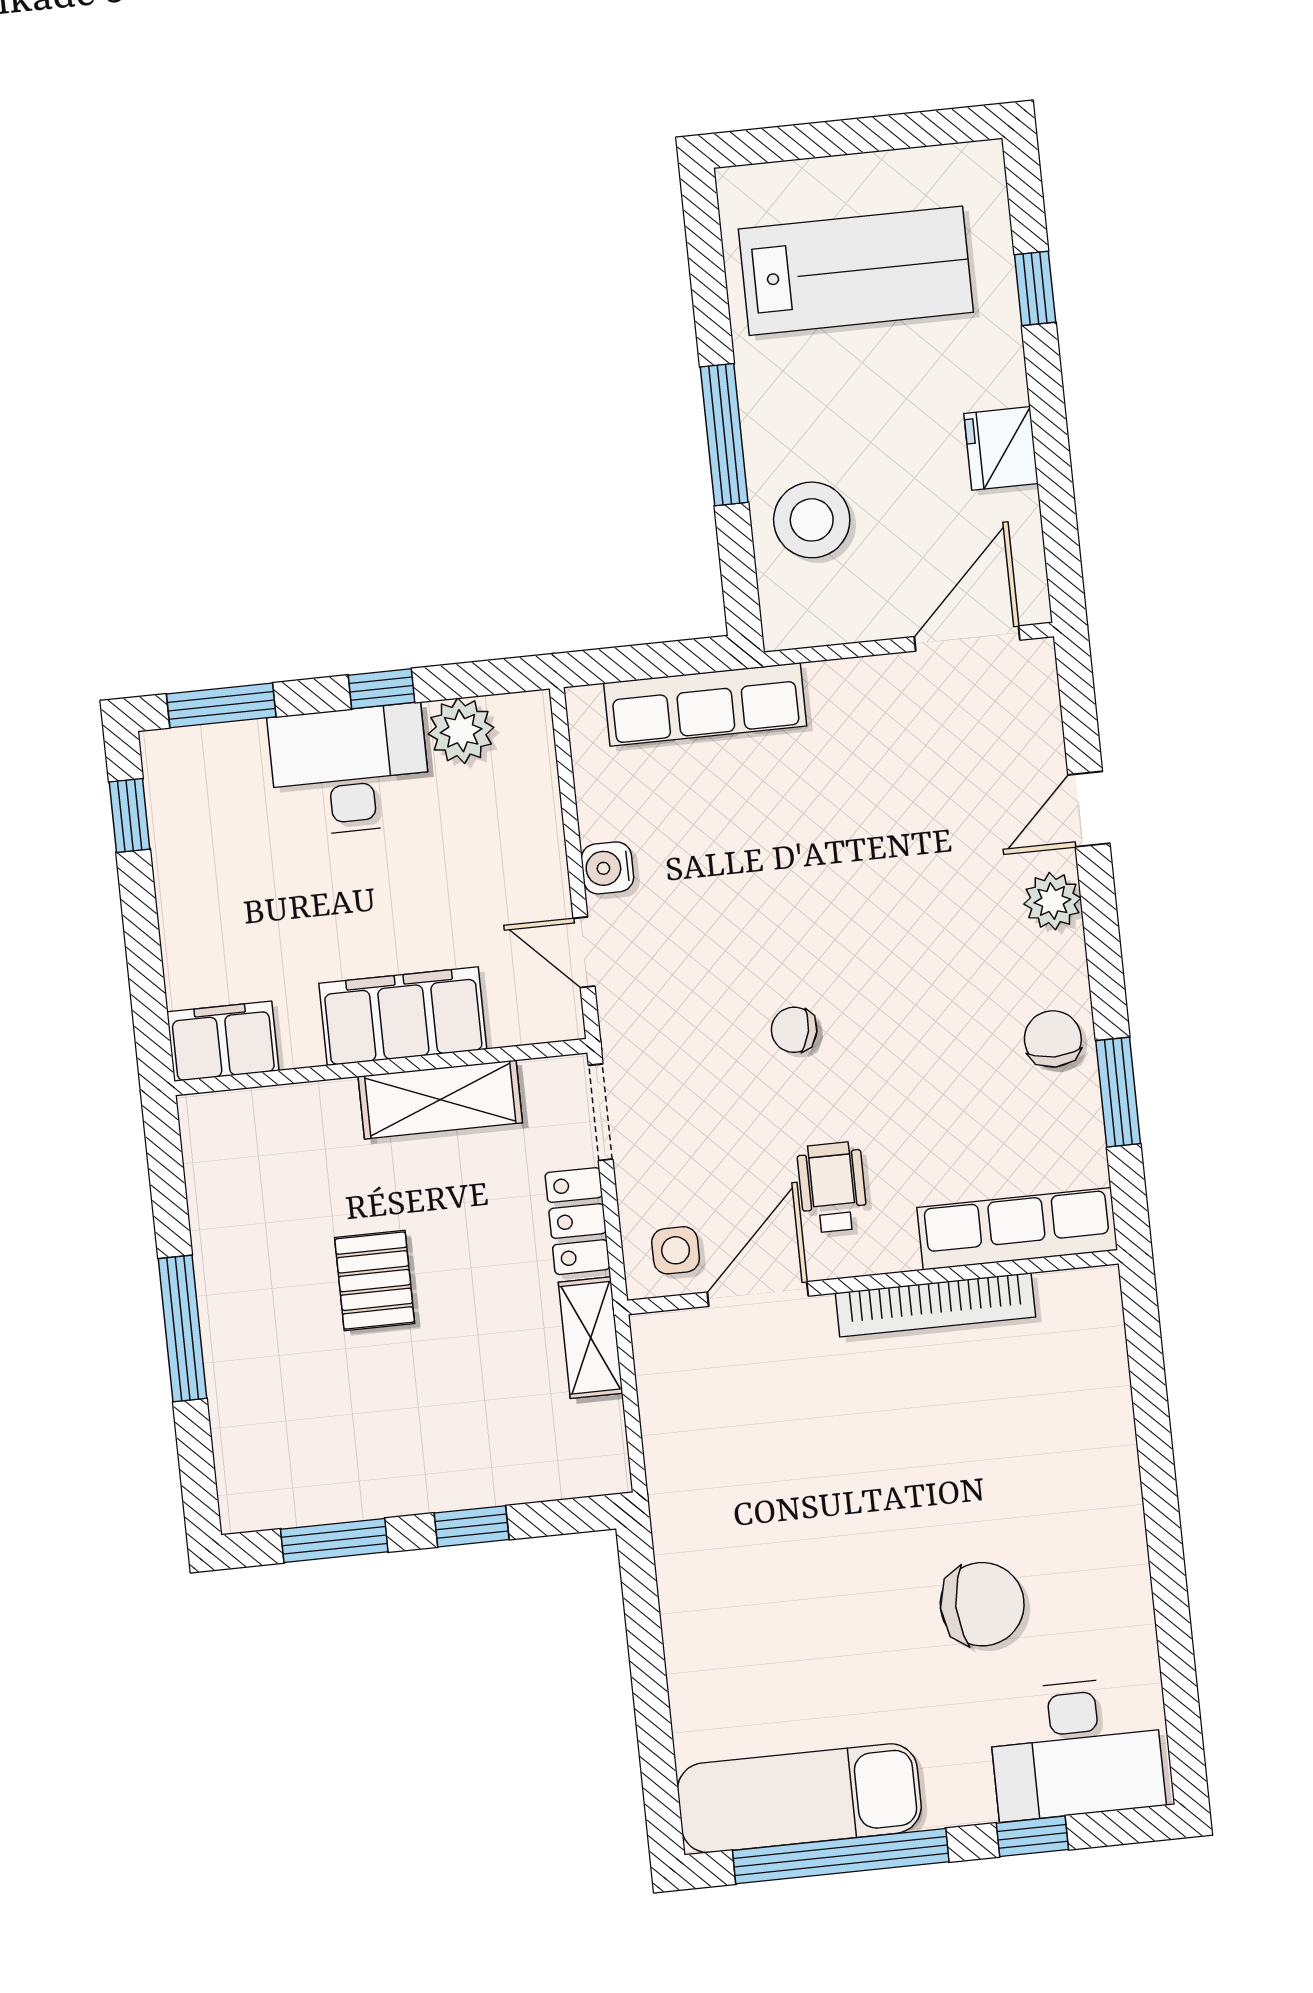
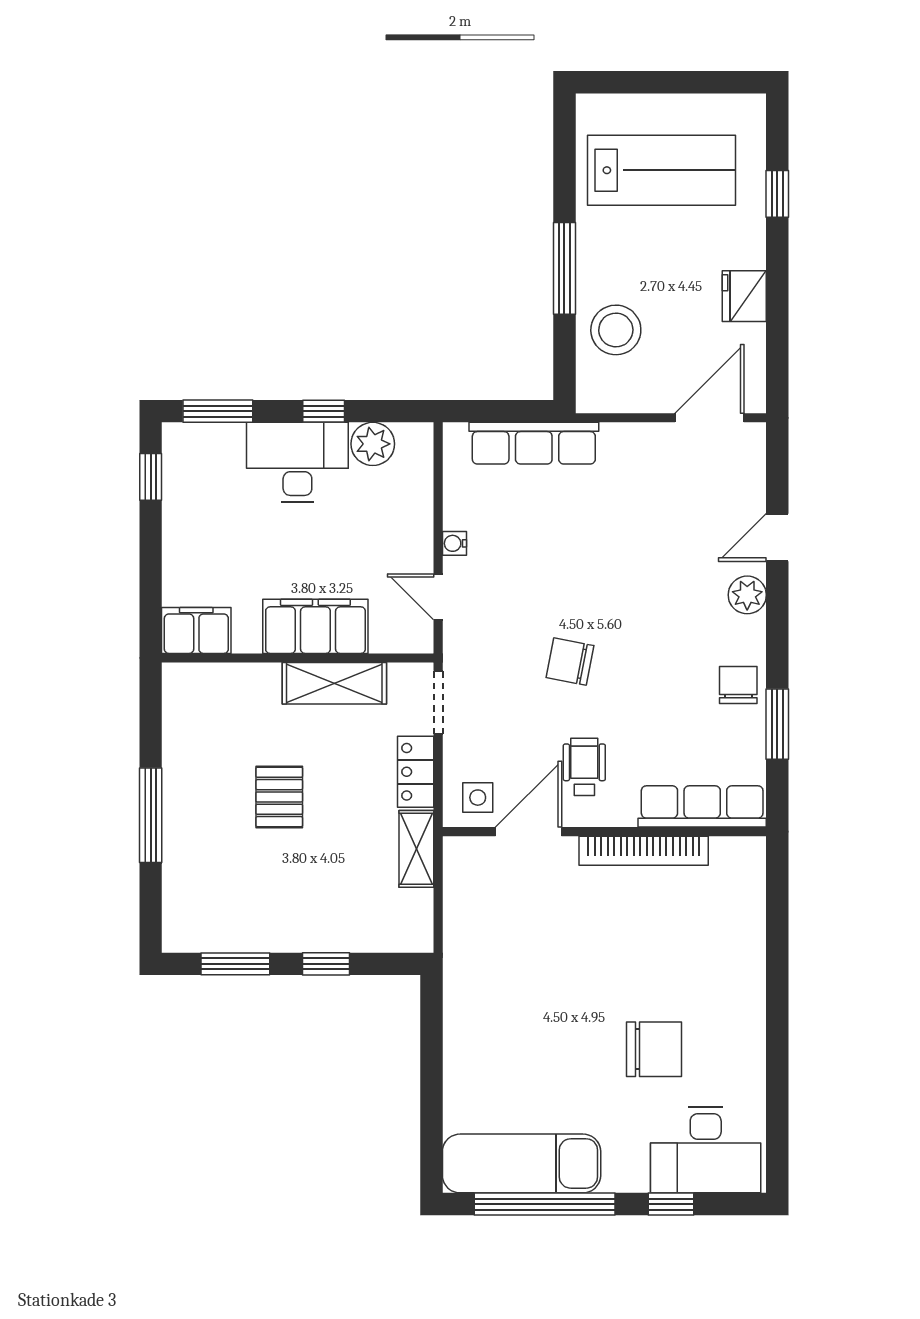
water cooler: (607, 868) -> (454, 543), width x0.72, depth x0.72
chair: (794, 1030) -> (570, 662), width x1.37, depth x1.37

